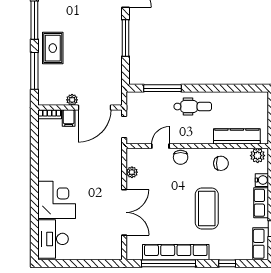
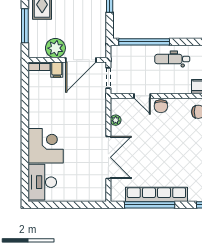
window: (163, 88) -> (144, 42), width x1.46
plant: (72, 100) -> (55, 48), width x1.88, depth x1.88
dental chair: (193, 107) -> (172, 59), turned 180
door: (160, 146) -> (142, 96), swing flipped
coffee table: (207, 209) -> (185, 154), removed

